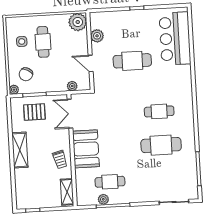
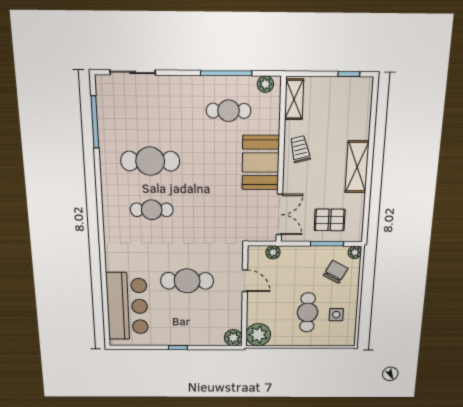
plant: (97, 36) -> (233, 338), moved
plant: (103, 199) -> (265, 84), moved

